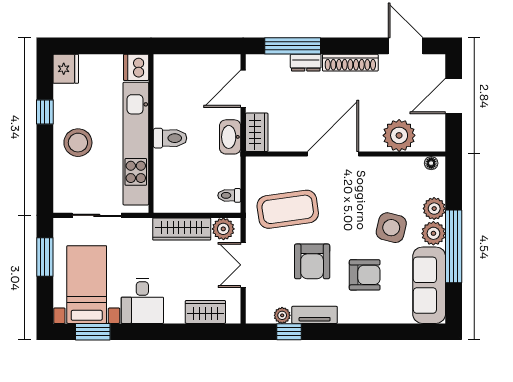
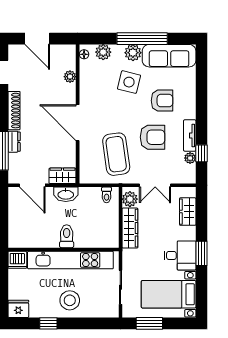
plant: (399, 135) -> (70, 77), width x0.53, depth x0.53
plant: (434, 209) -> (103, 52), moved
armchair: (365, 275) -> (162, 101), turned 90
window: (93, 332) -> (201, 253), moved

